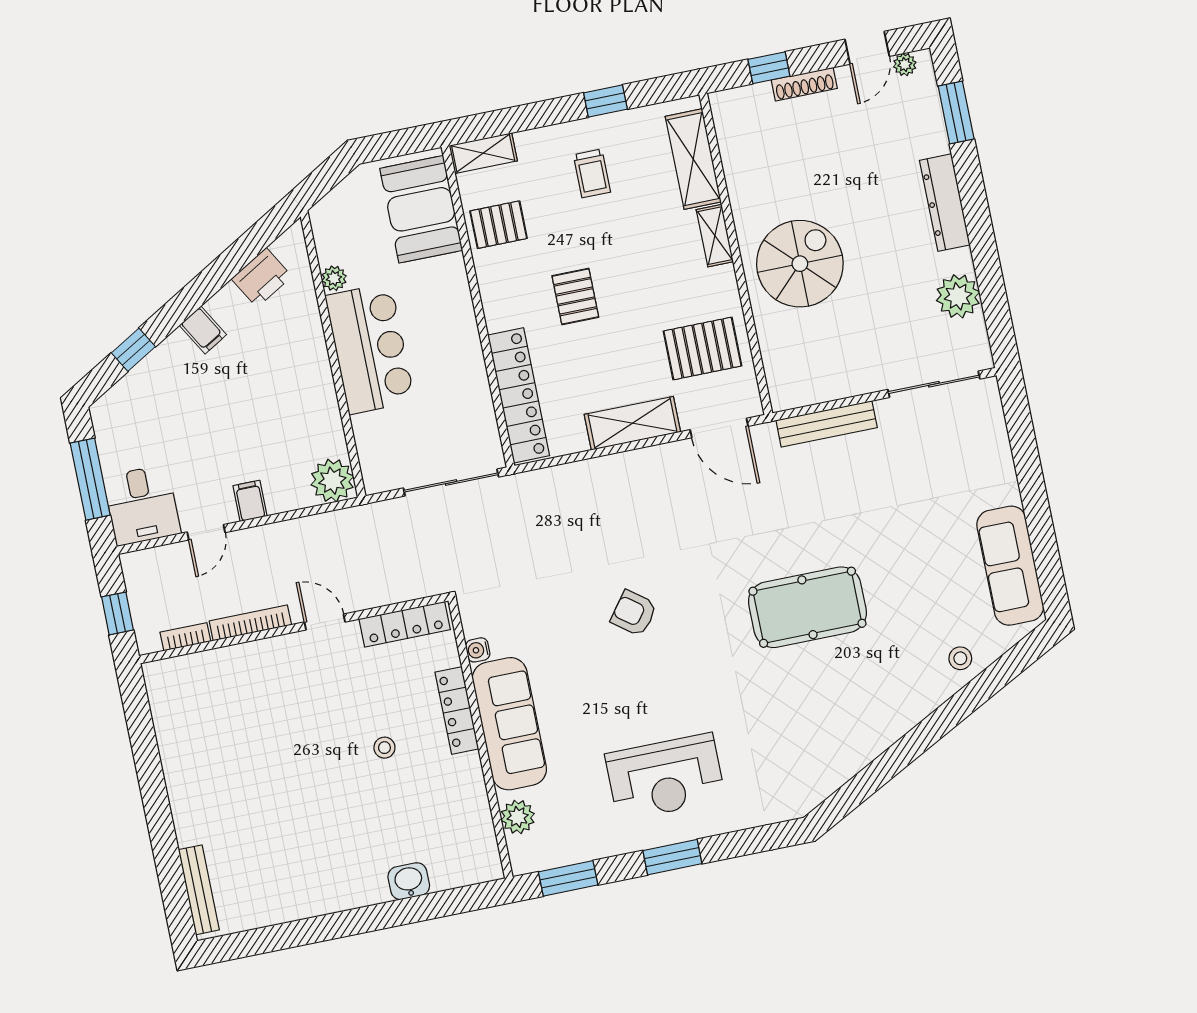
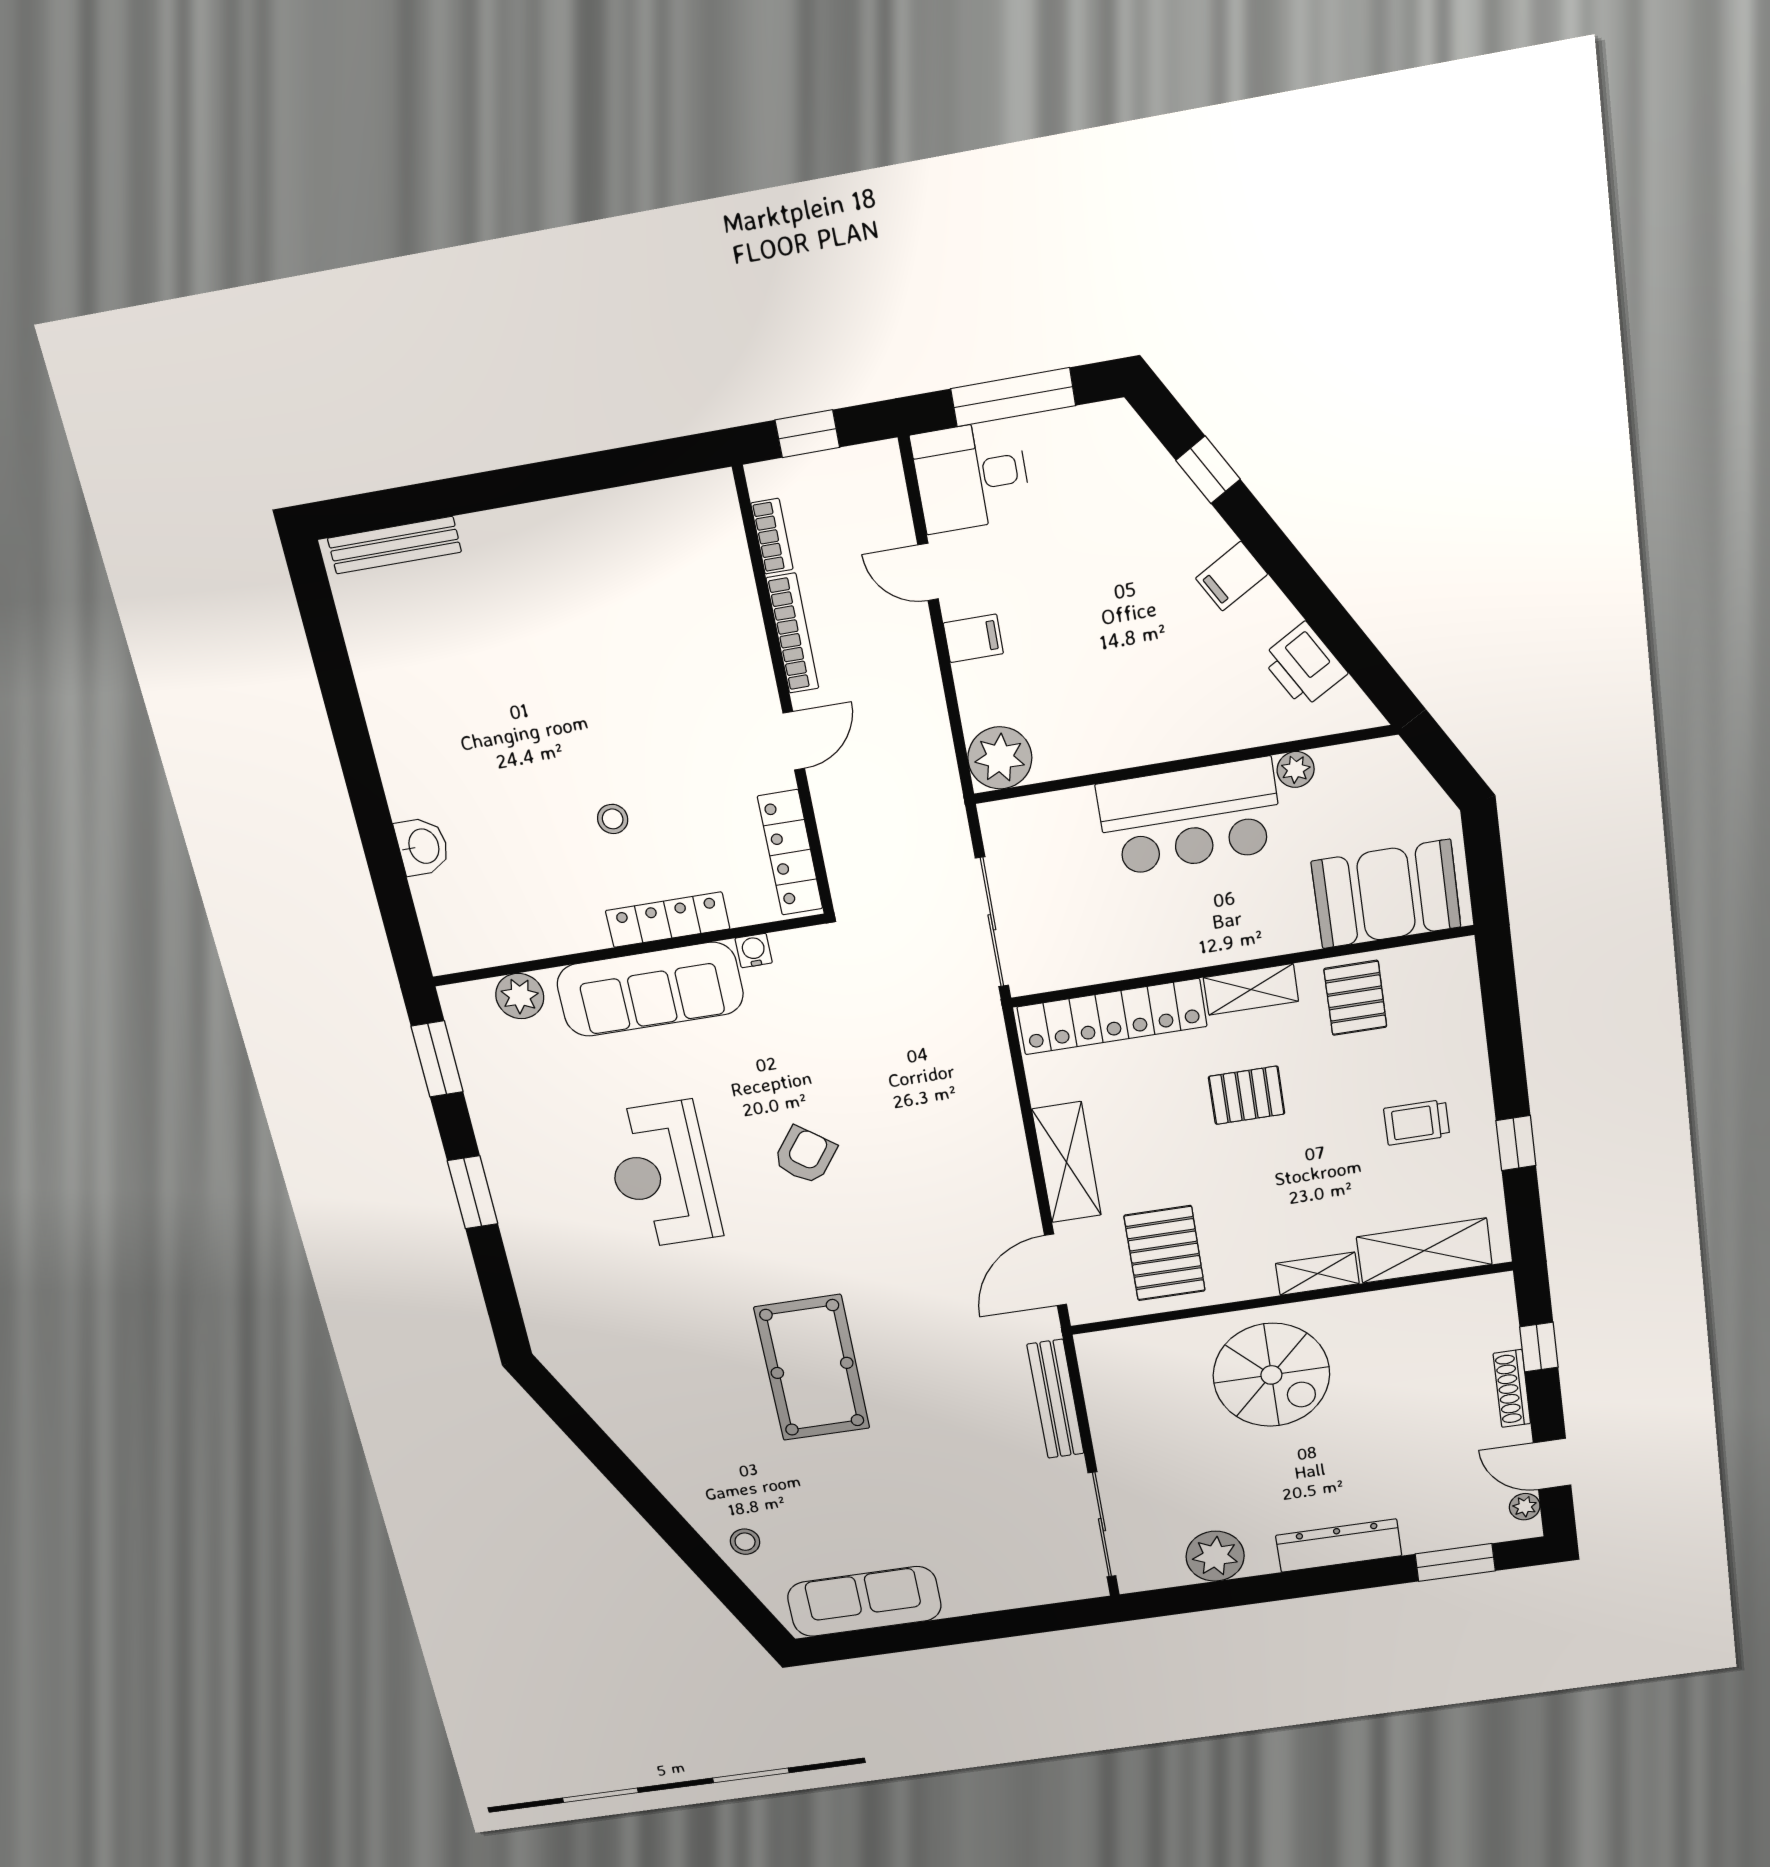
shelving: (483, 153) -> (1251, 989), moved, turned 90
reception desk: (665, 777) -> (662, 1175), moved

